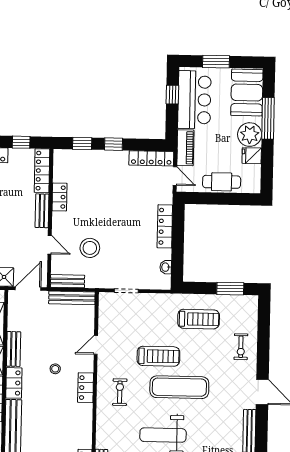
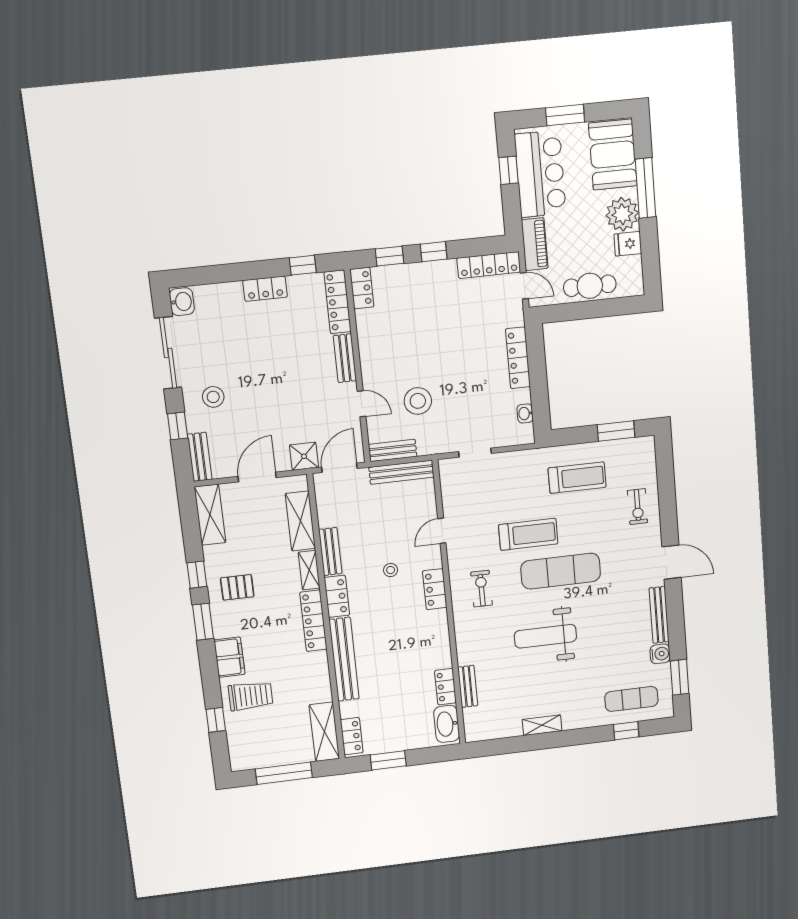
locker: (59, 197) -> (362, 288), moved

